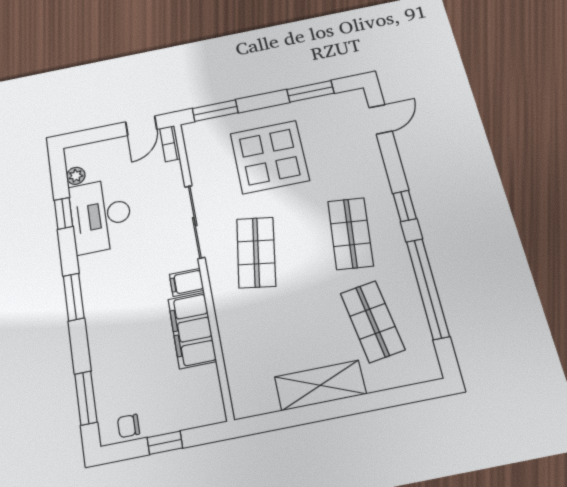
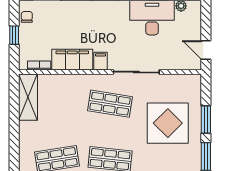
window: (215, 111) -> (206, 120), moved
bookcase: (170, 144) -> (39, 66), moved
shelving: (320, 385) -> (28, 97), moved

